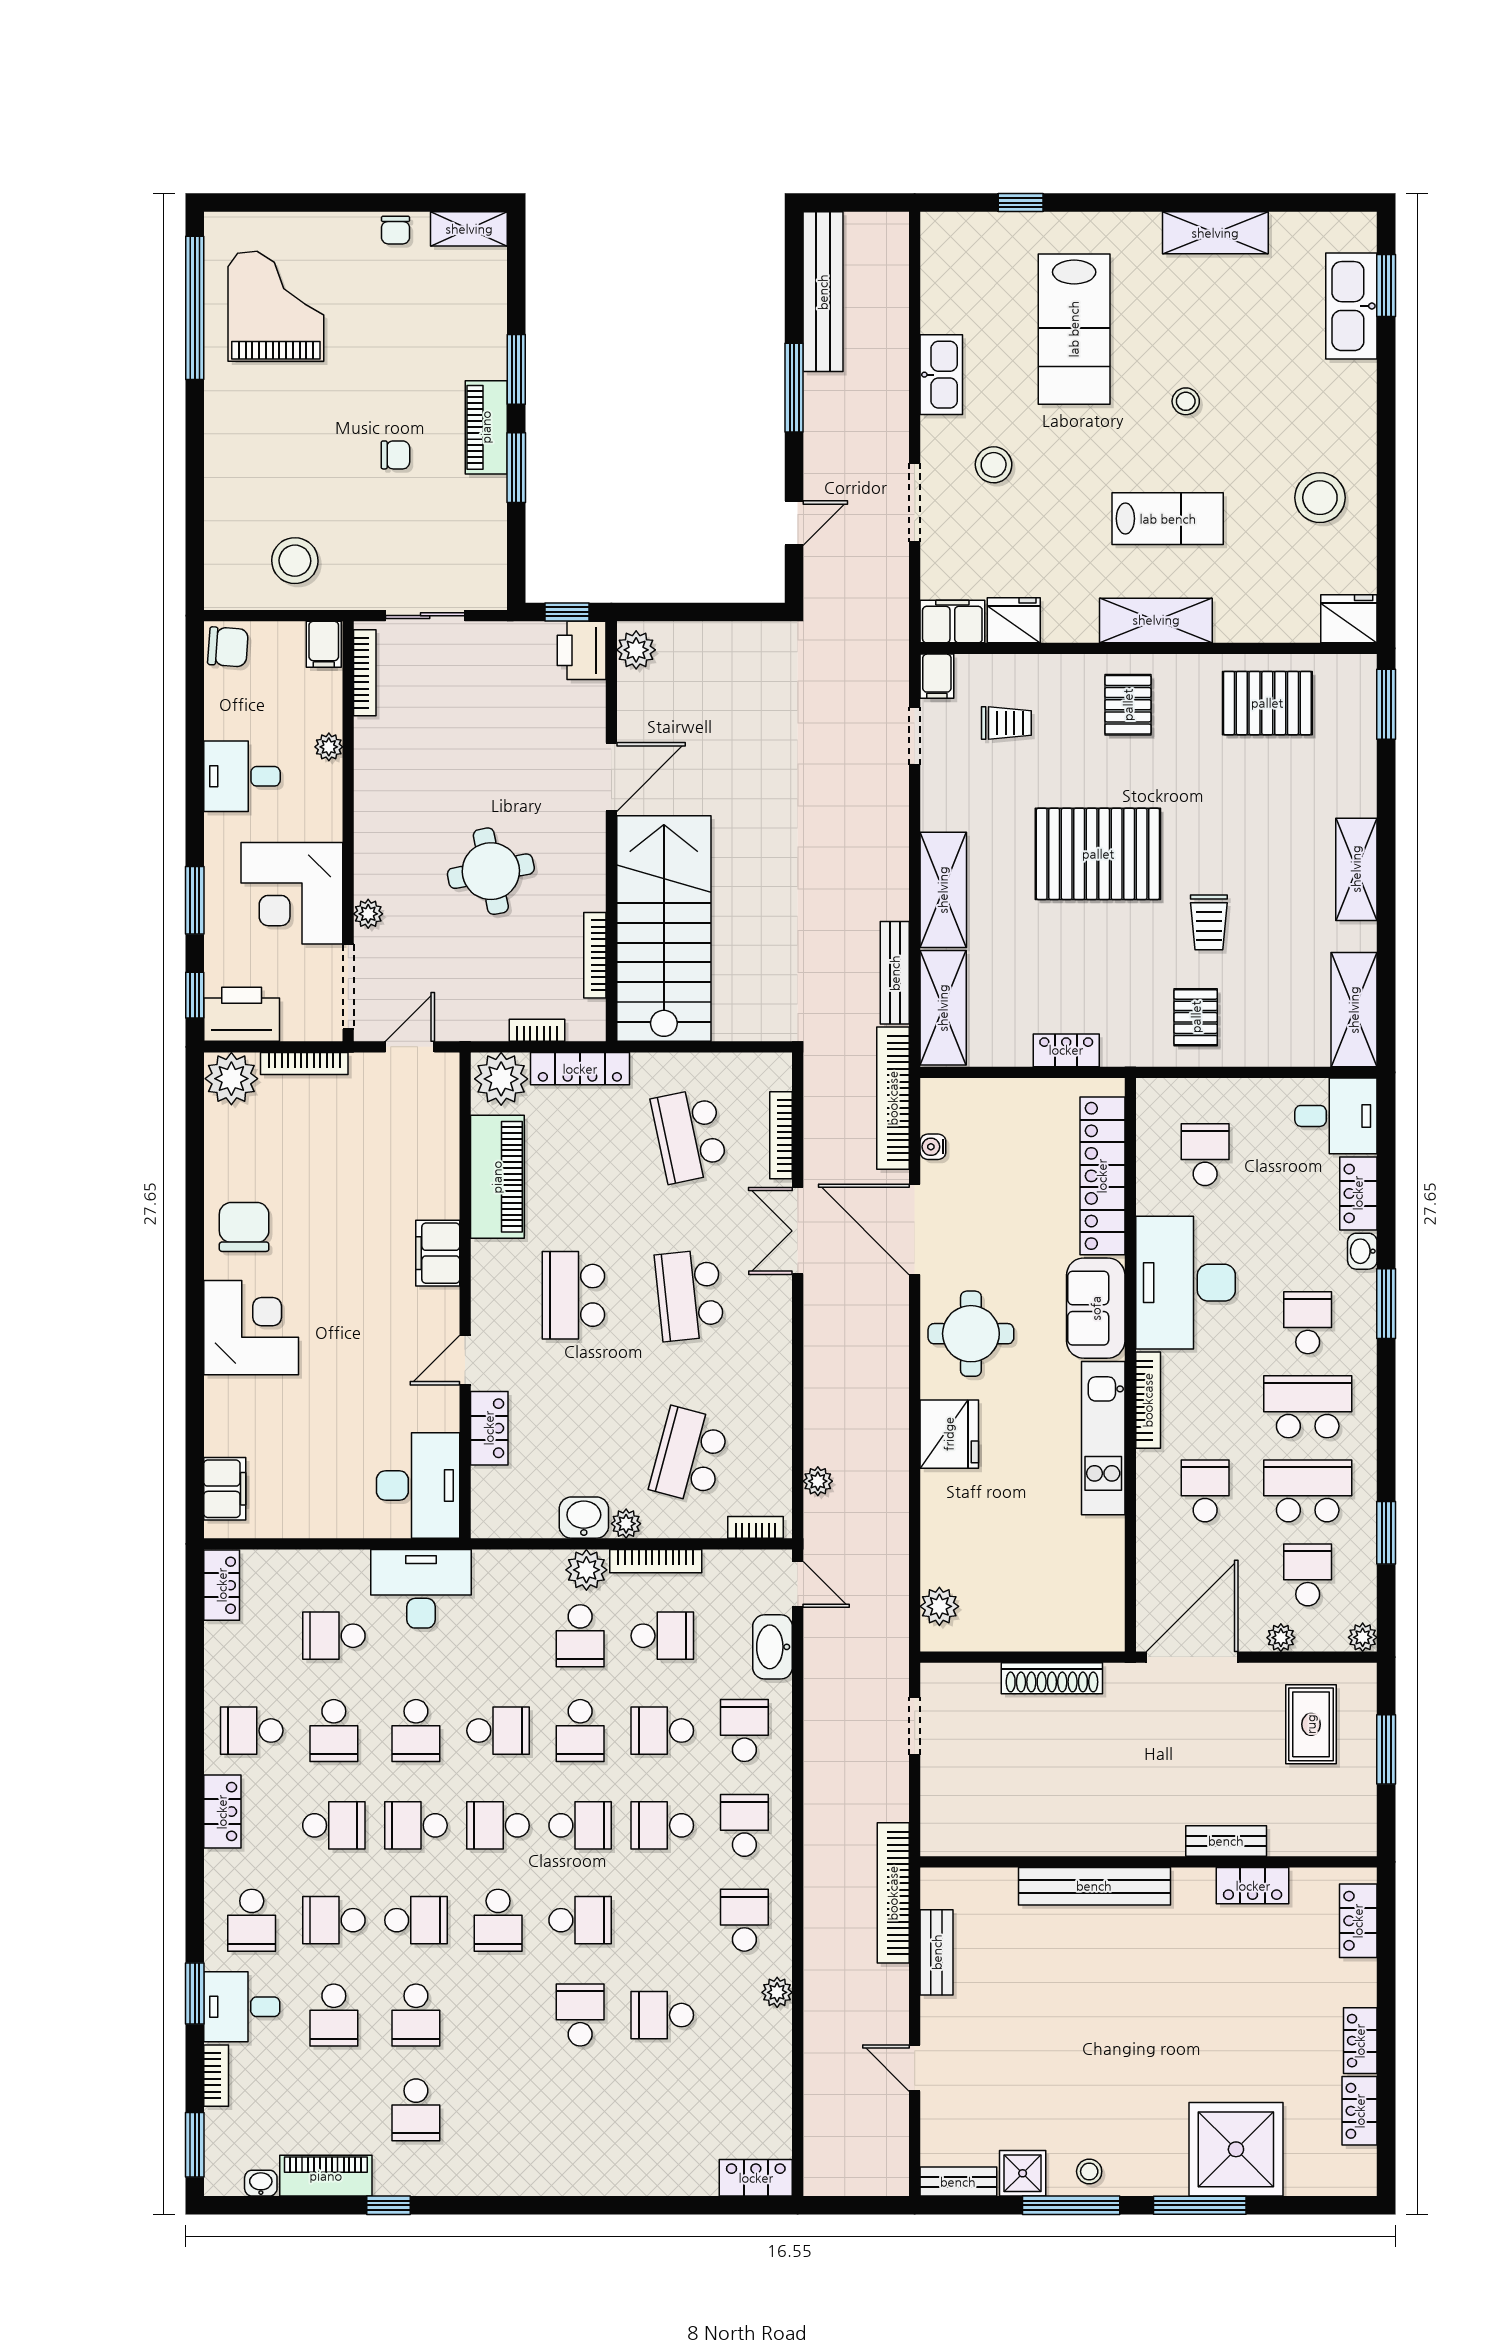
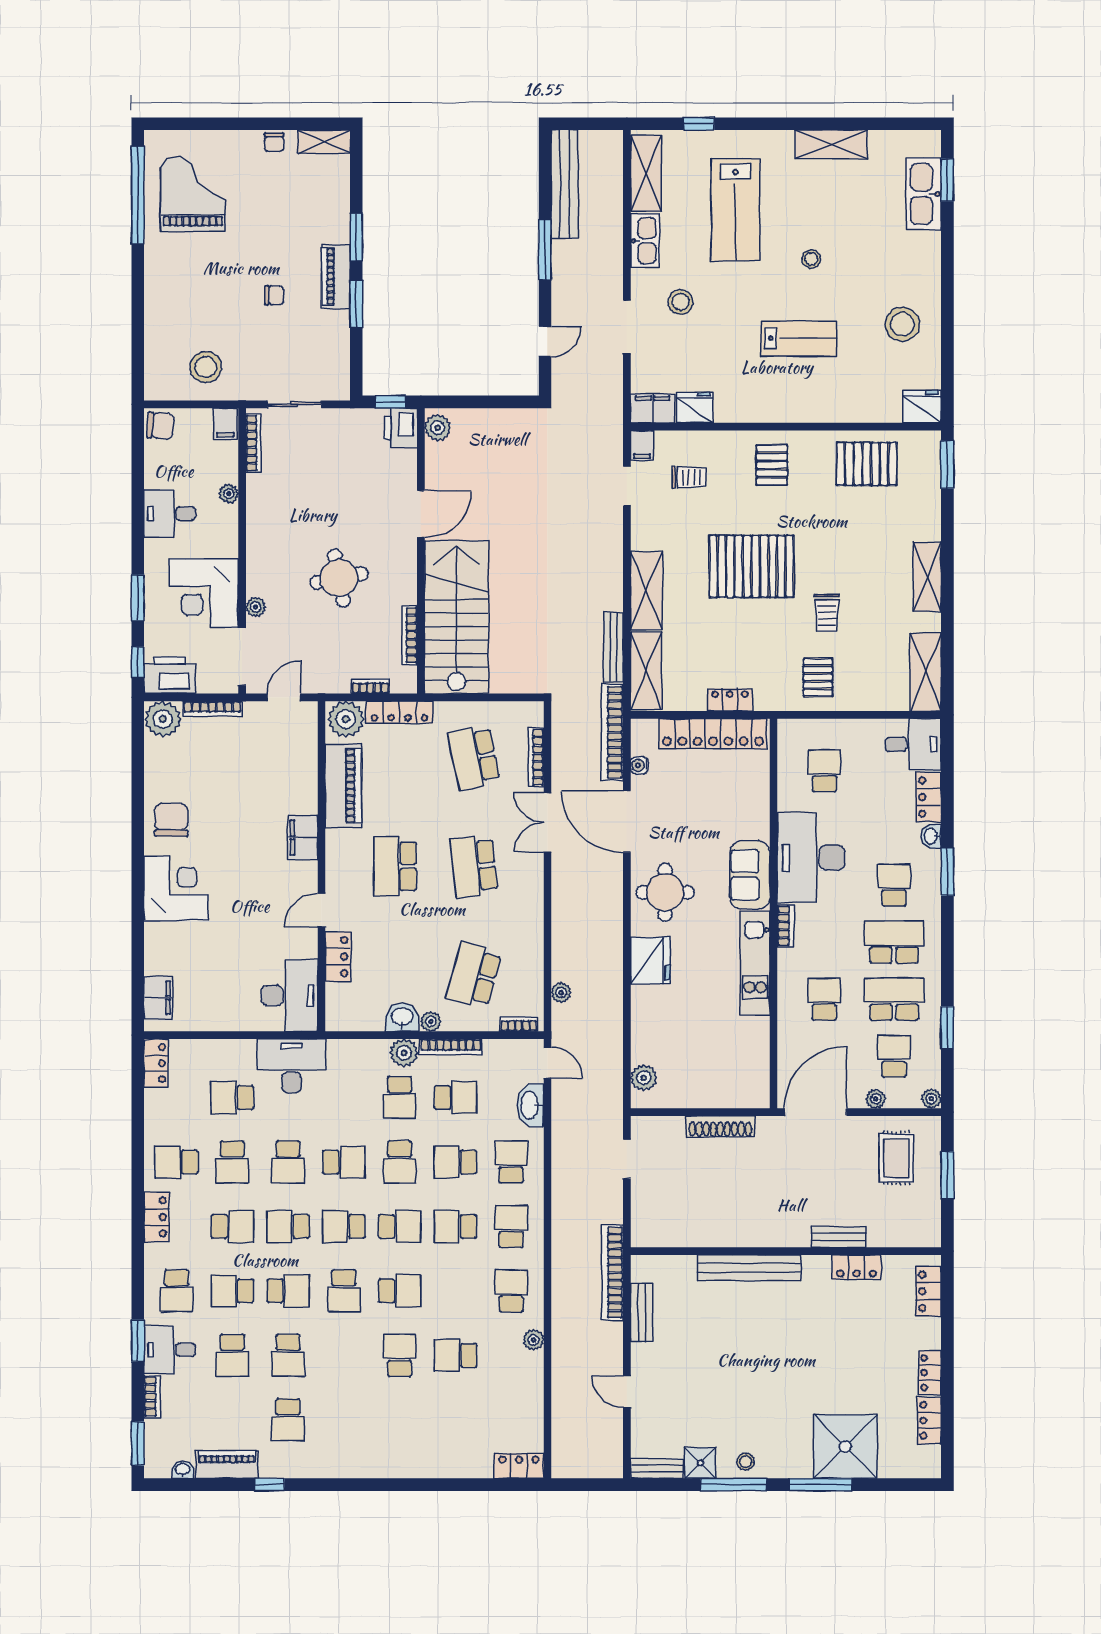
shelving: (1156, 620) -> (646, 173), moved, turned 90
locker: (1102, 1176) -> (713, 734), moved, turned -90
bookcase: (1148, 1400) -> (786, 926), width x0.64

